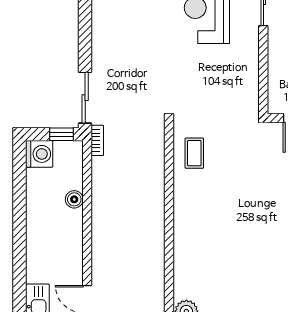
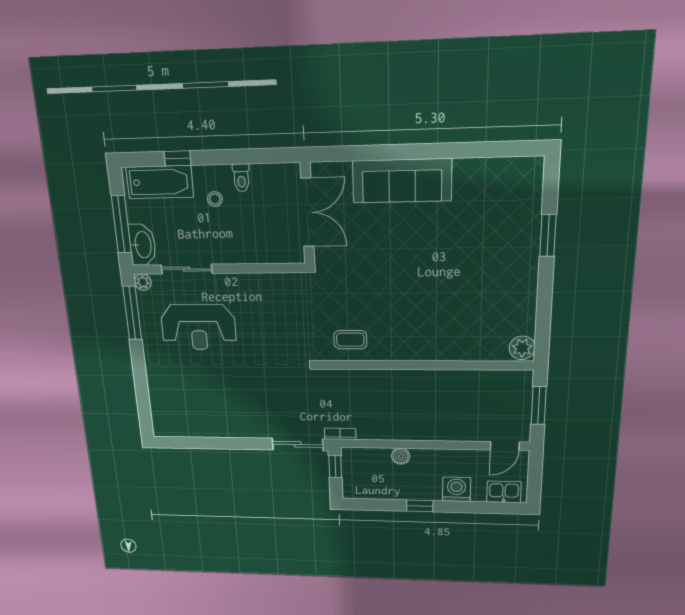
washing machine: (39, 154) -> (456, 489), moved
window: (20, 218) -> (420, 506), added

